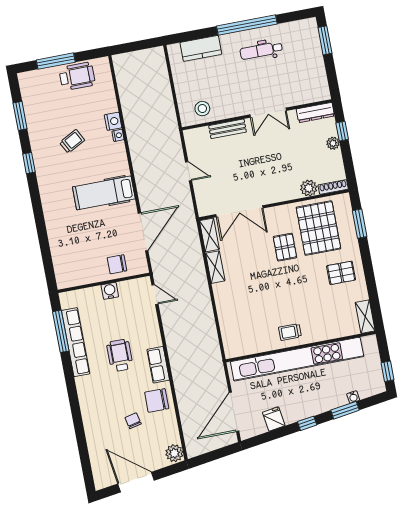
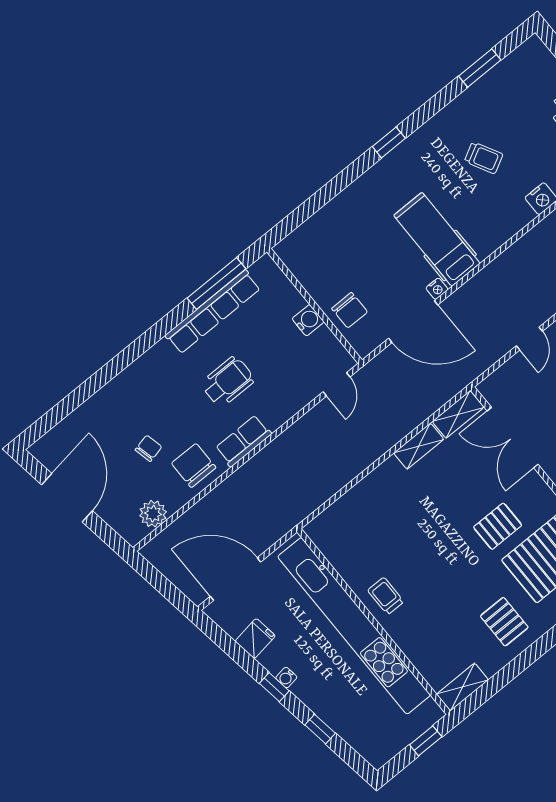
nightstand: (118, 135) -> (437, 289), moved
window: (29, 163) -> (389, 142), moved
chair: (117, 264) -> (350, 310), turned 180
window: (387, 371) -> (426, 741), moved
water cooler: (353, 397) -> (286, 678), moved
window: (345, 410) -> (320, 729), width x0.67
plant: (174, 453) -> (153, 514), moved

